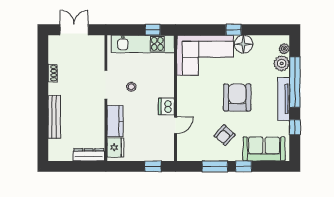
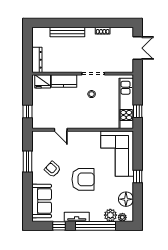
floor lamp: (244, 44) -> (126, 199), moved
tv unit: (284, 99) -> (77, 217), width x0.71
dishwasher: (166, 106) -> (76, 122), removed
window: (244, 166) -> (27, 185), removed

